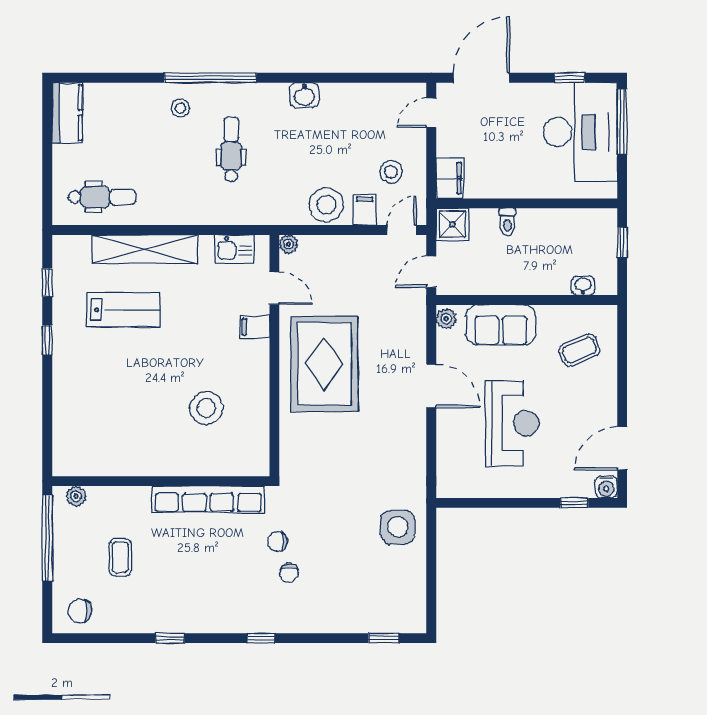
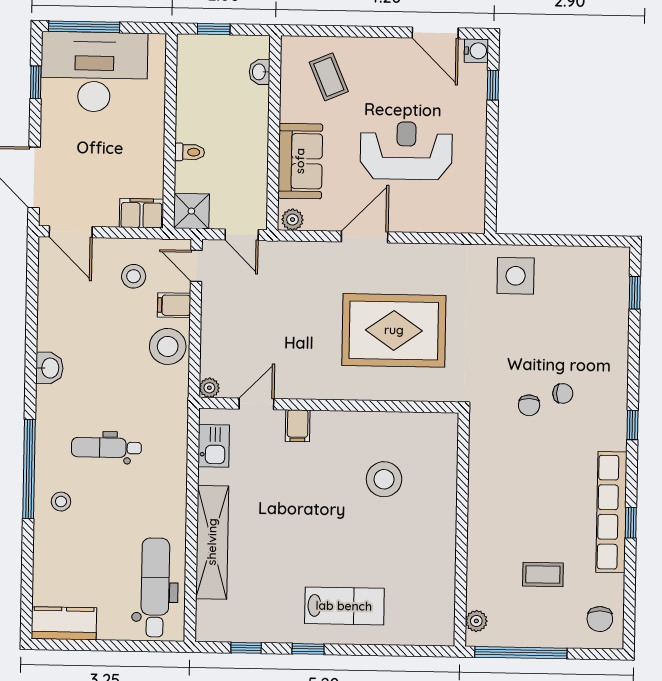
door: (431, 113) -> (71, 232), width x1.38
dental chair: (102, 197) -> (155, 587), width x1.36, depth x1.38
lab bench: (124, 310) -> (344, 606), moved, turned 90
rug: (324, 364) -> (394, 330), moved
row of seats: (208, 499) -> (611, 512), moved, turned 180

